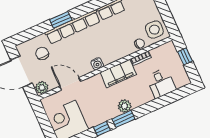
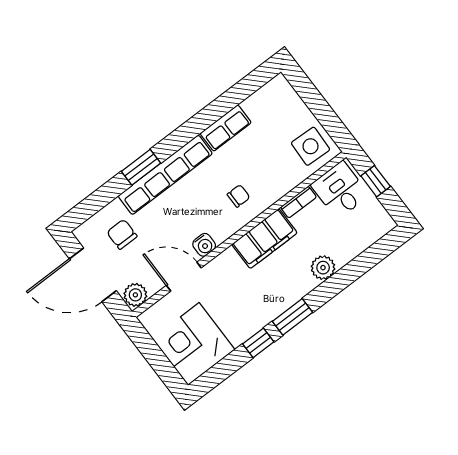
chair: (139, 44) -> (239, 196), moved
water cooler: (97, 64) -> (204, 245), moved
desk: (161, 83) -> (340, 190), moved, turned 180
plant: (124, 106) -> (323, 268), moved

